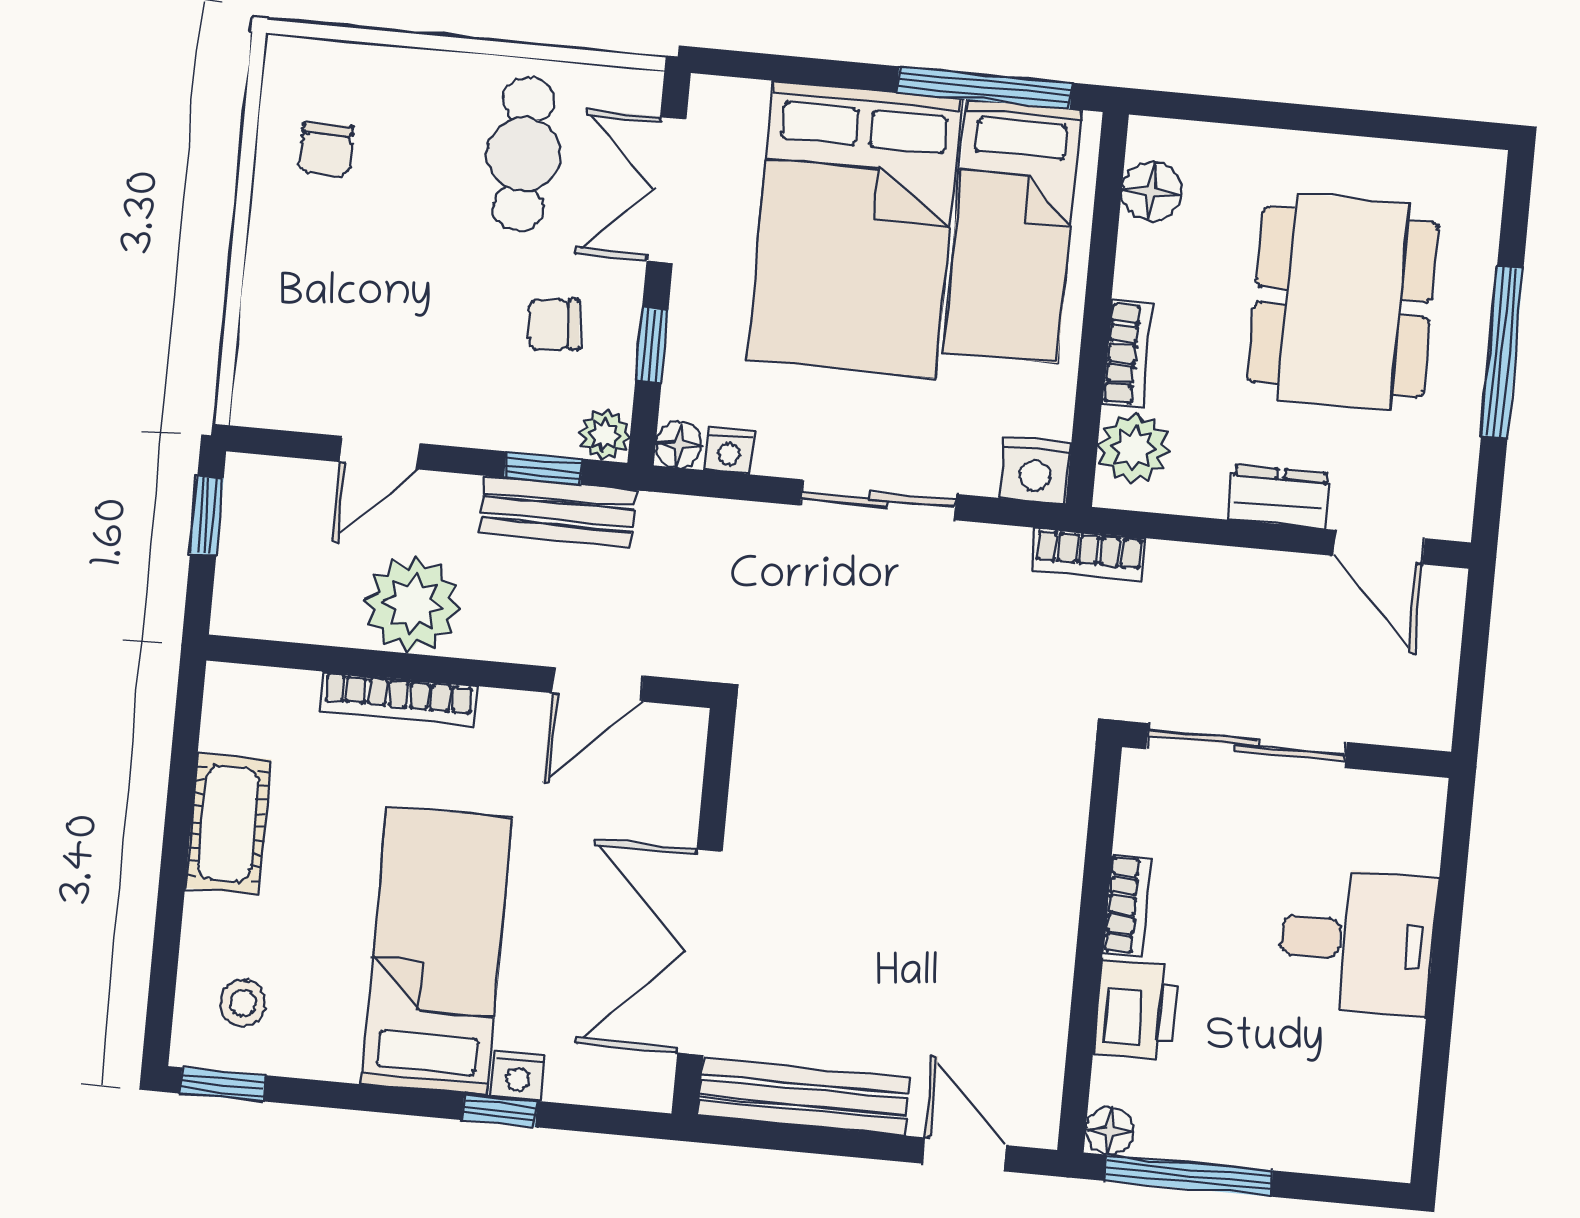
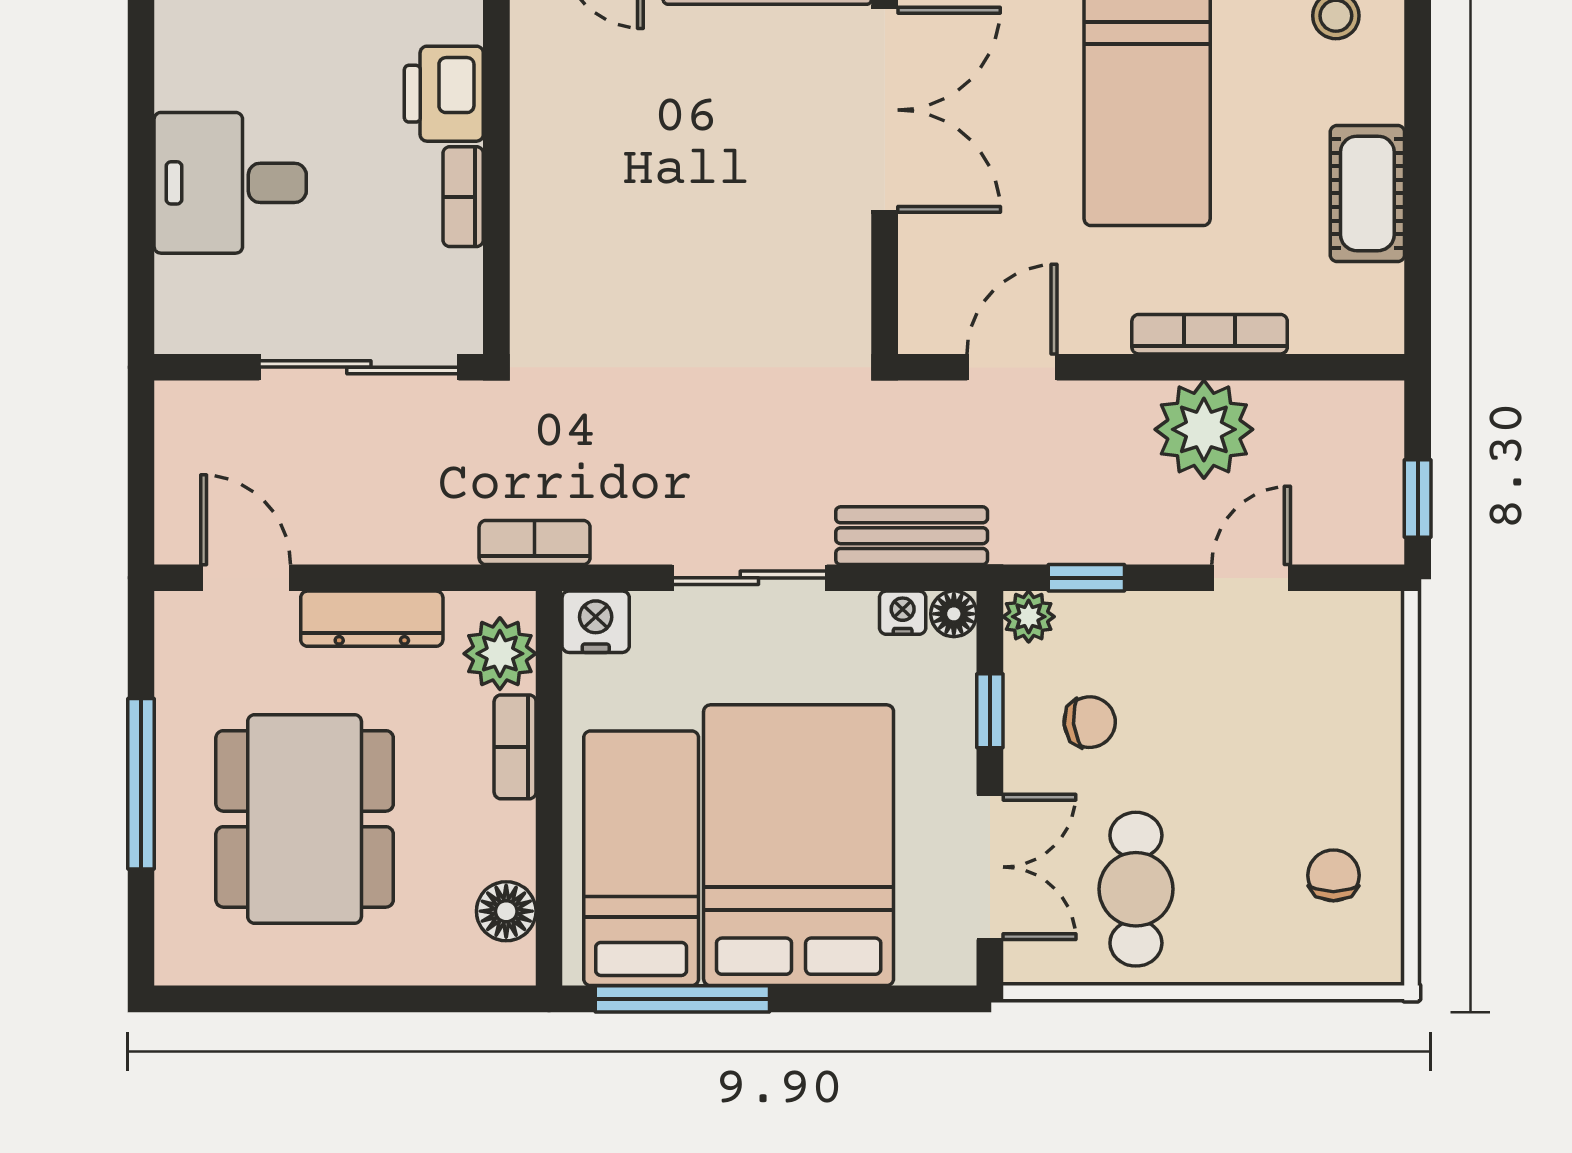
dresser: (1279, 497) -> (372, 619), width x1.44
bench: (558, 512) -> (912, 536), moved

